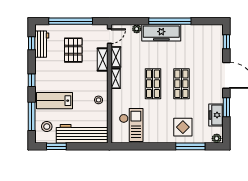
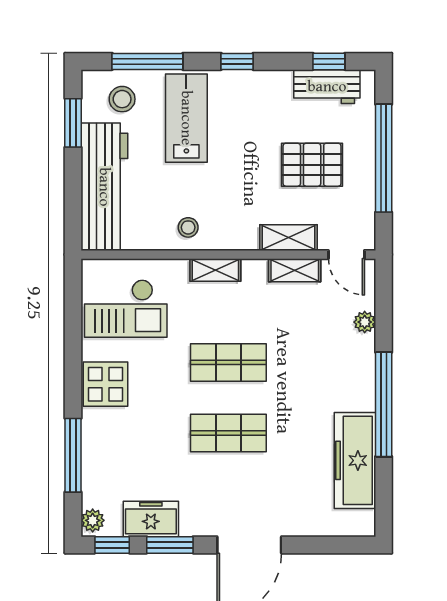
freezer: (161, 33) -> (355, 460), moved
window: (226, 42) -> (112, 545), moved
shelving: (116, 78) -> (215, 270), moved
display table: (183, 127) -> (105, 384), moved

